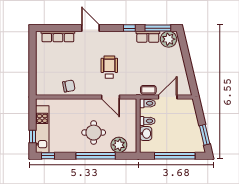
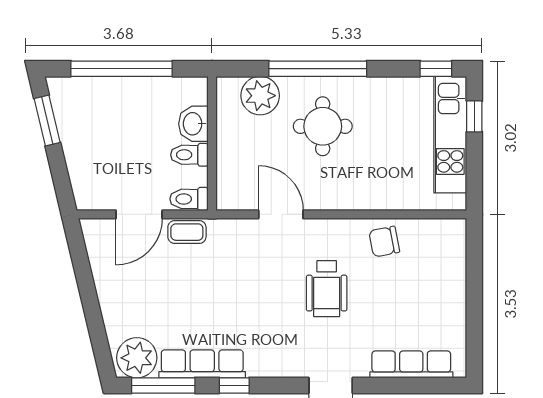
row of seats: (148, 37) -> (202, 364), width x1.48
wheelchair: (109, 67) -> (327, 289), moved

